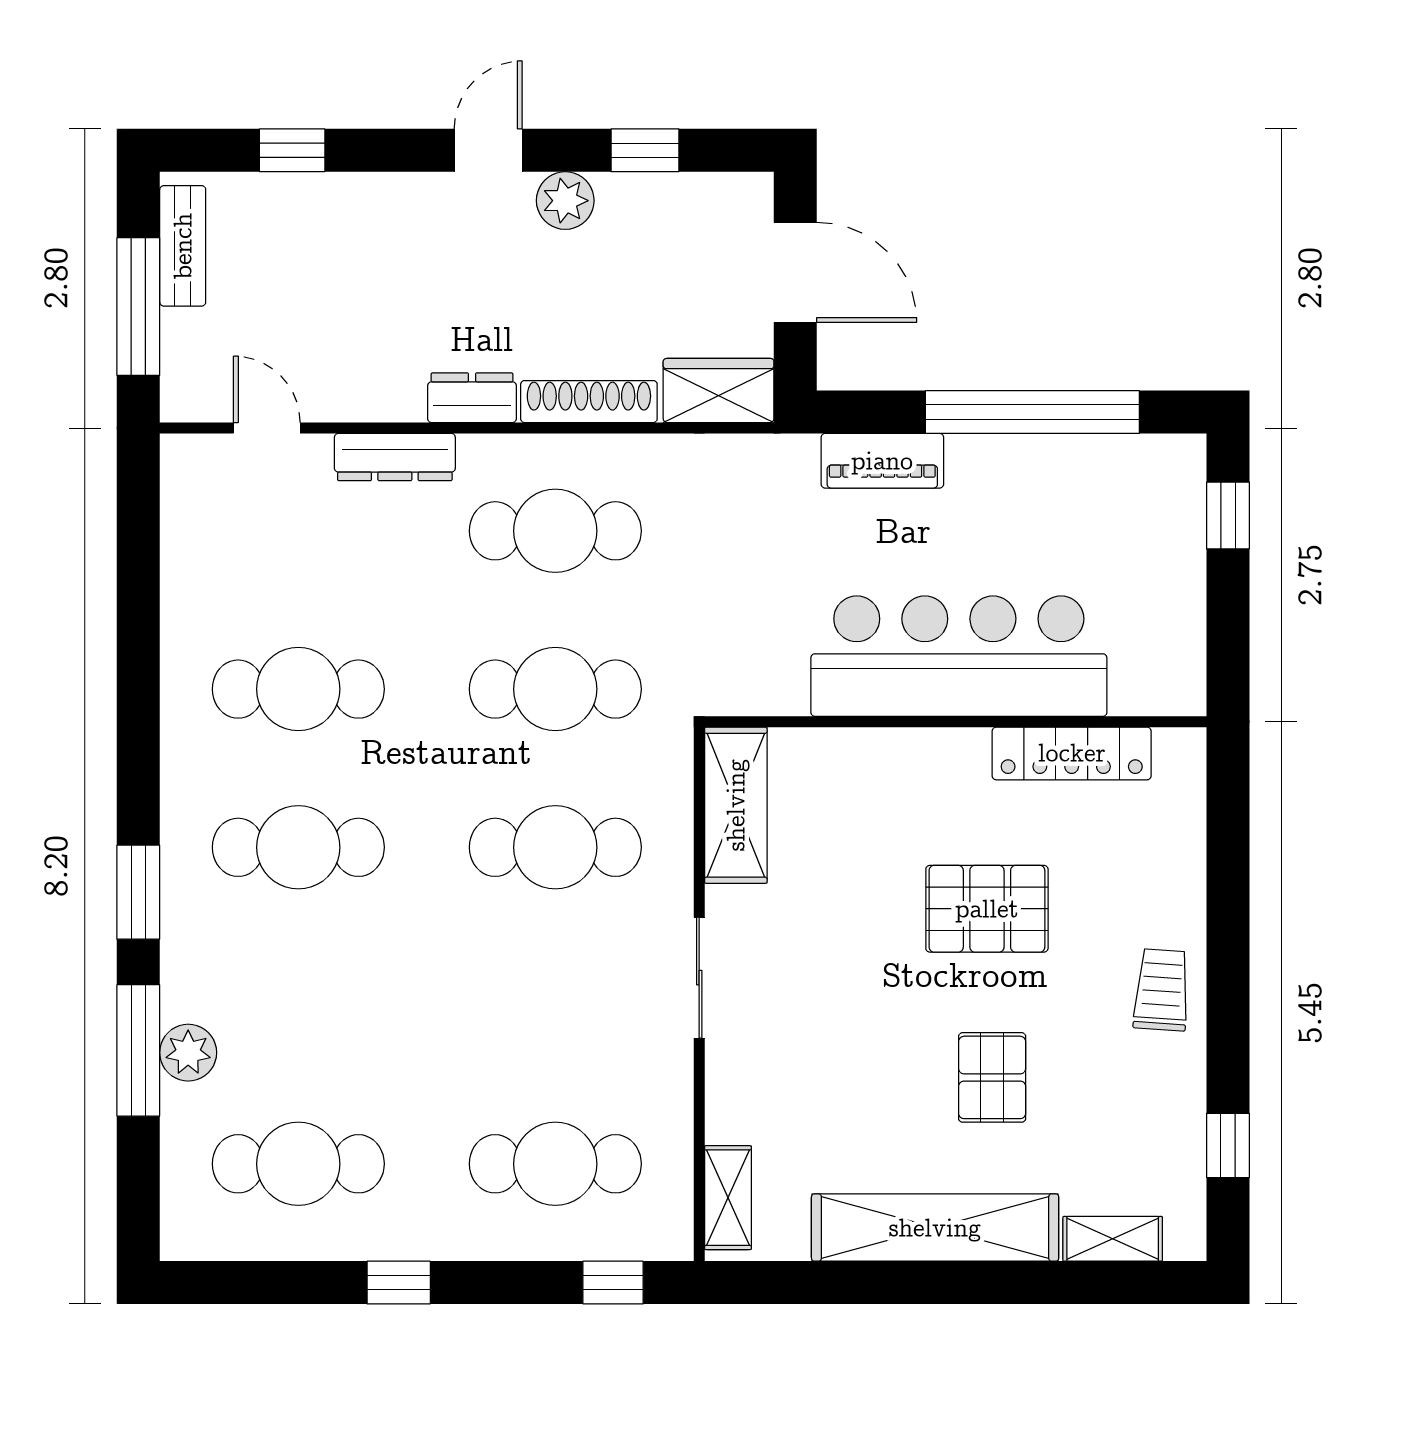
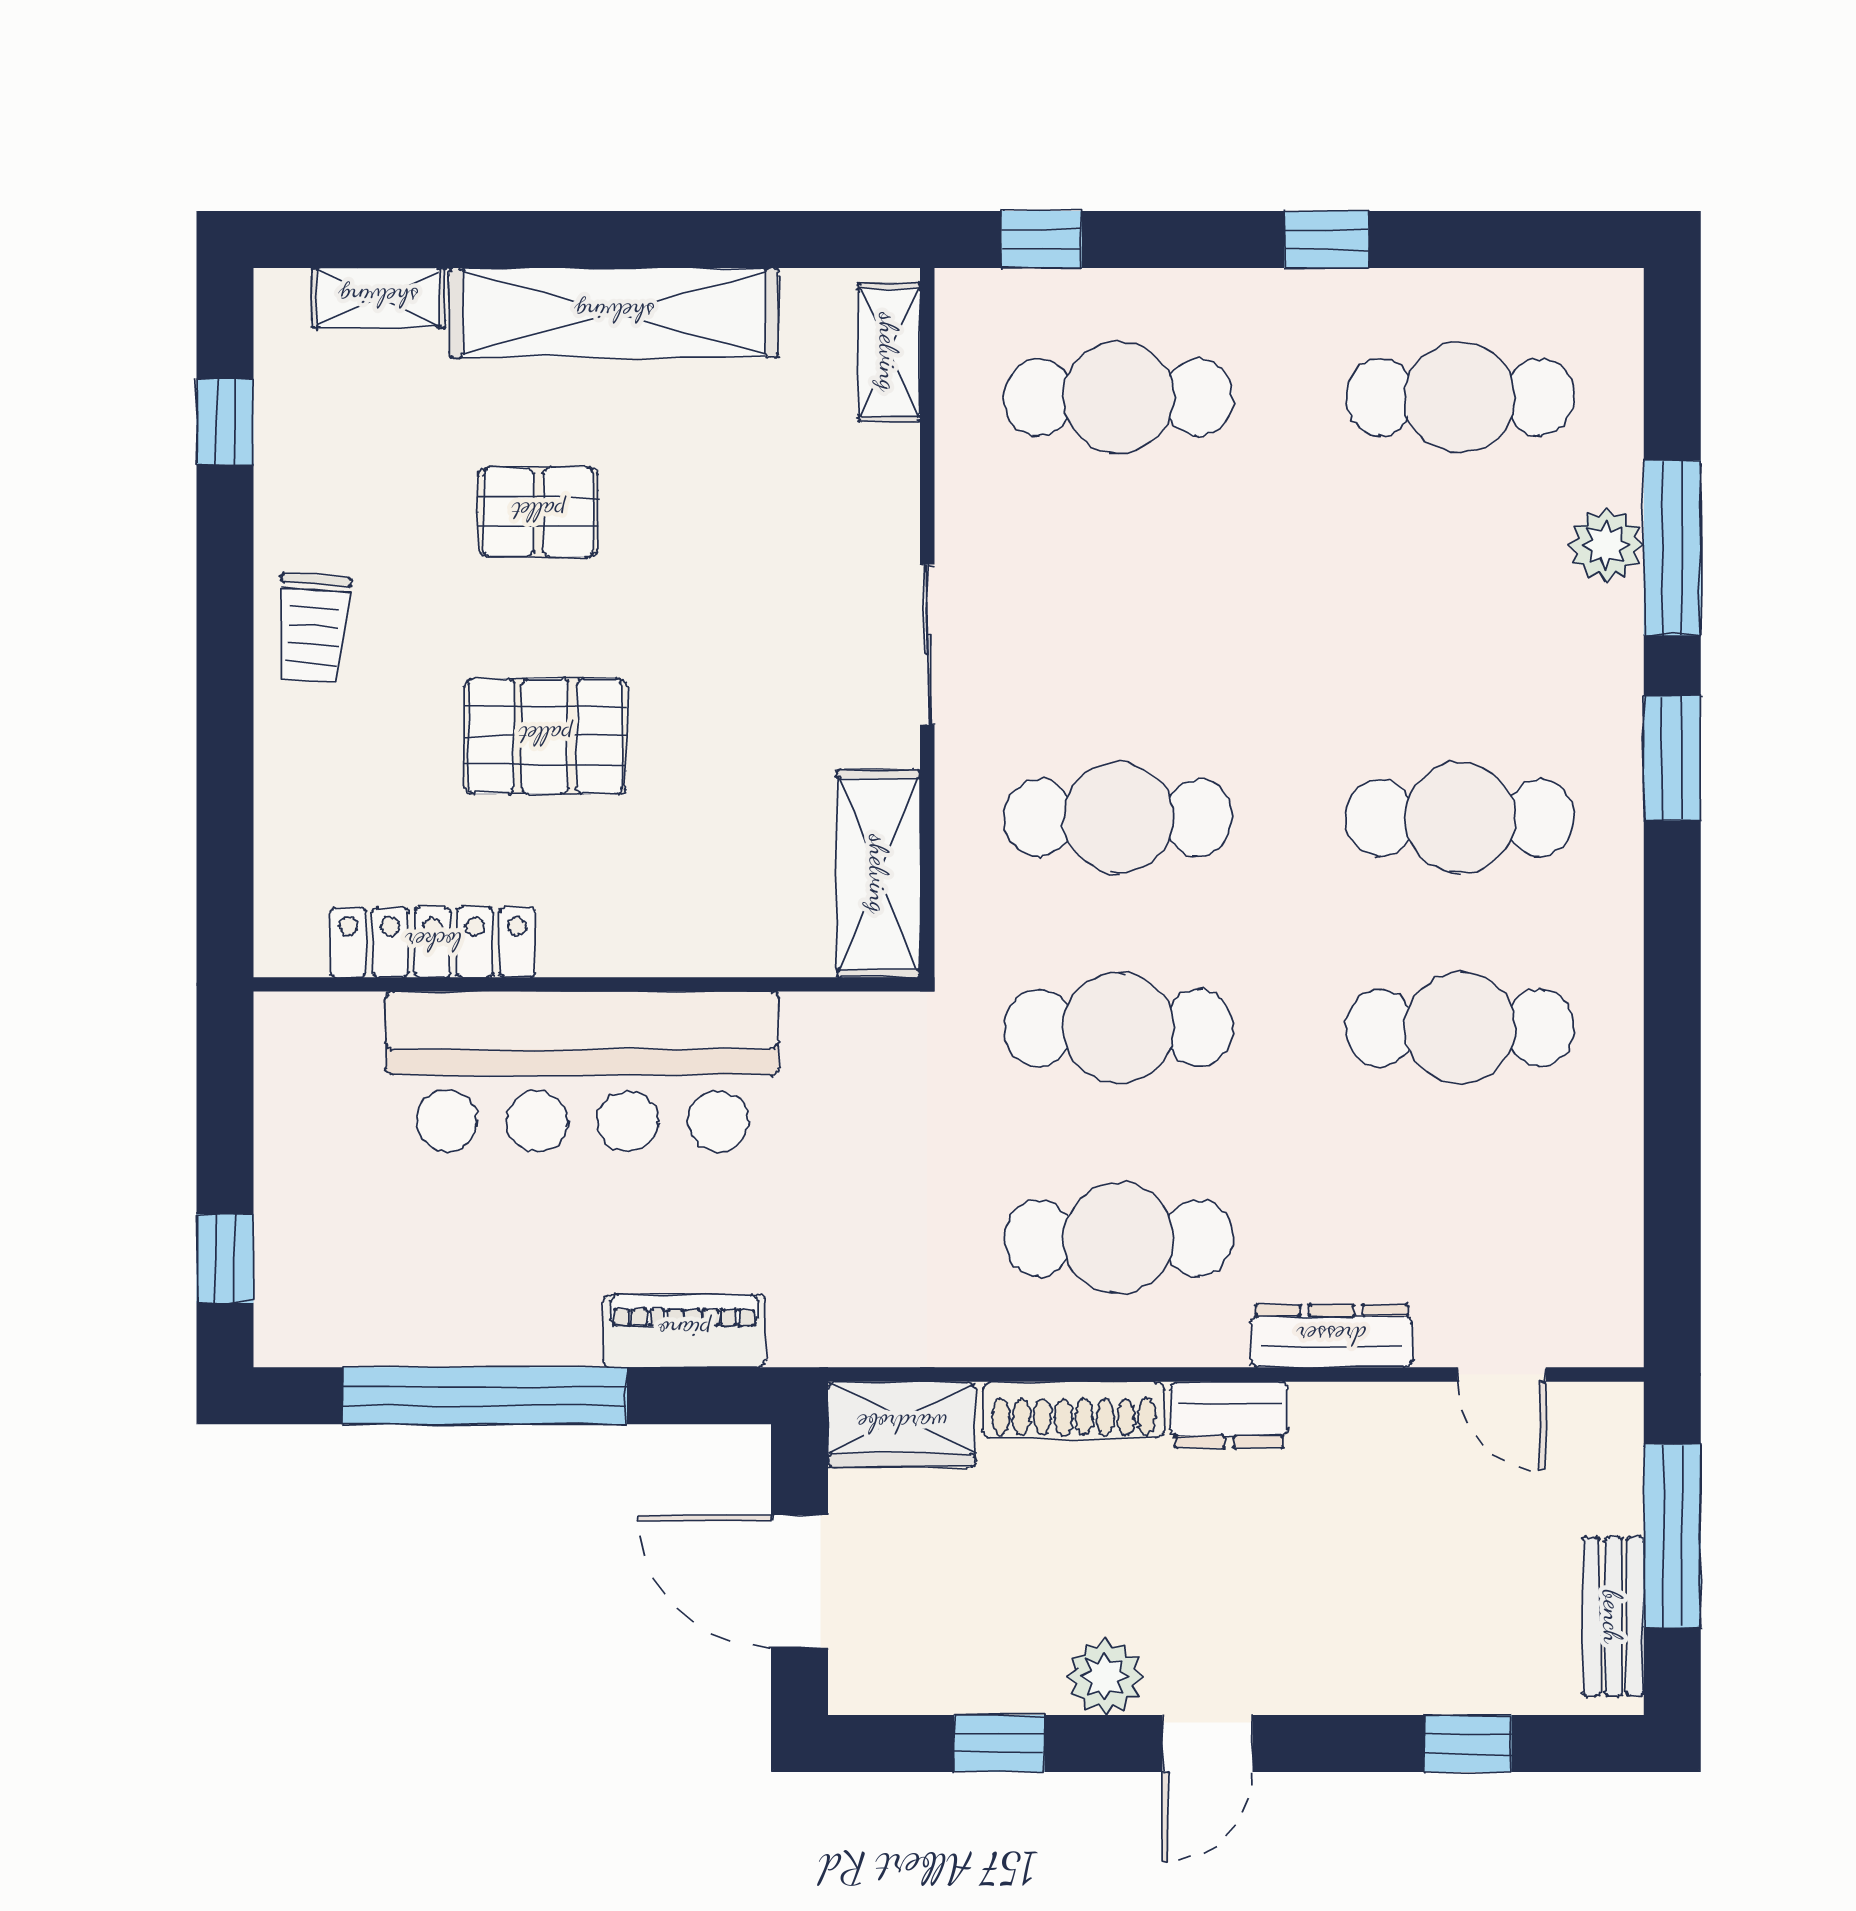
pallet: (992, 1077) -> (538, 512), turned 90

